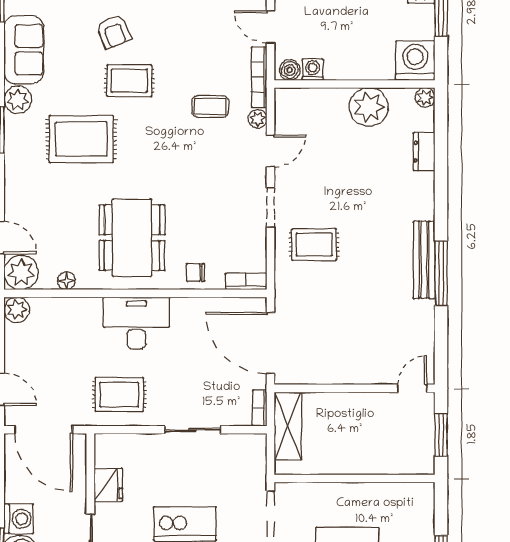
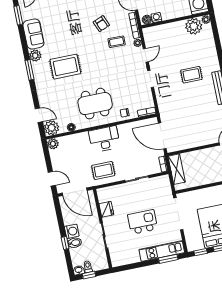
armchair: (114, 32) -> (101, 24), moved
rug: (129, 81) -> (80, 38), removed
plant: (369, 107) -> (194, 26), moved
dresser: (424, 151) -> (210, 42), removed
dining table: (132, 238) -> (95, 104), turned 90
rug: (314, 245) -> (191, 75), moved

